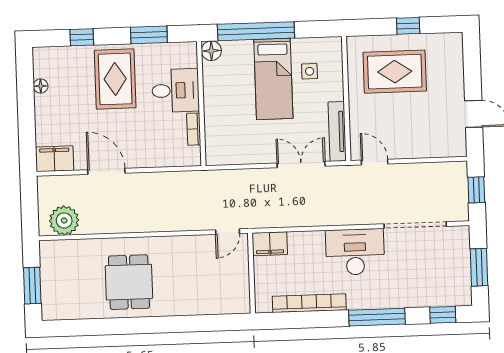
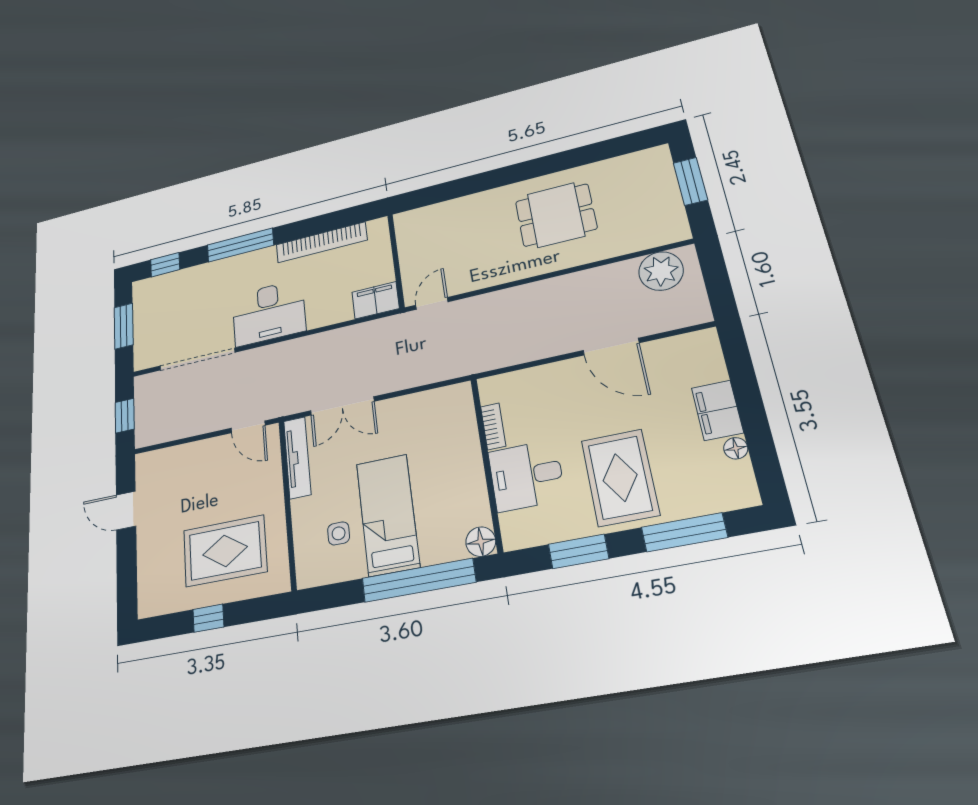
window: (82, 37) -> (684, 532), width x2.17
filing cabinet: (55, 159) -> (717, 410), moved, turned 90
dining table: (129, 282) -> (556, 215), turned 90

